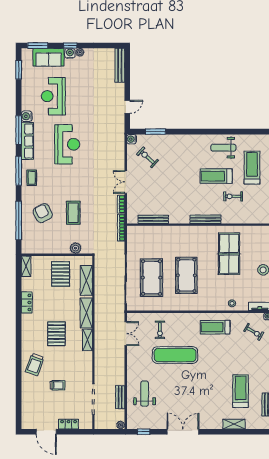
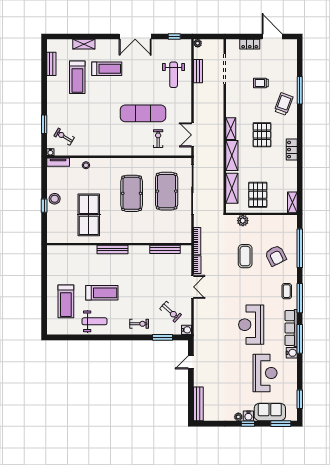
exercise bike: (233, 196) -> (139, 324), moved
locker: (27, 302) -> (292, 150), moved
treadmill: (215, 327) -> (107, 69), moved
window: (19, 378) -> (300, 90), added

